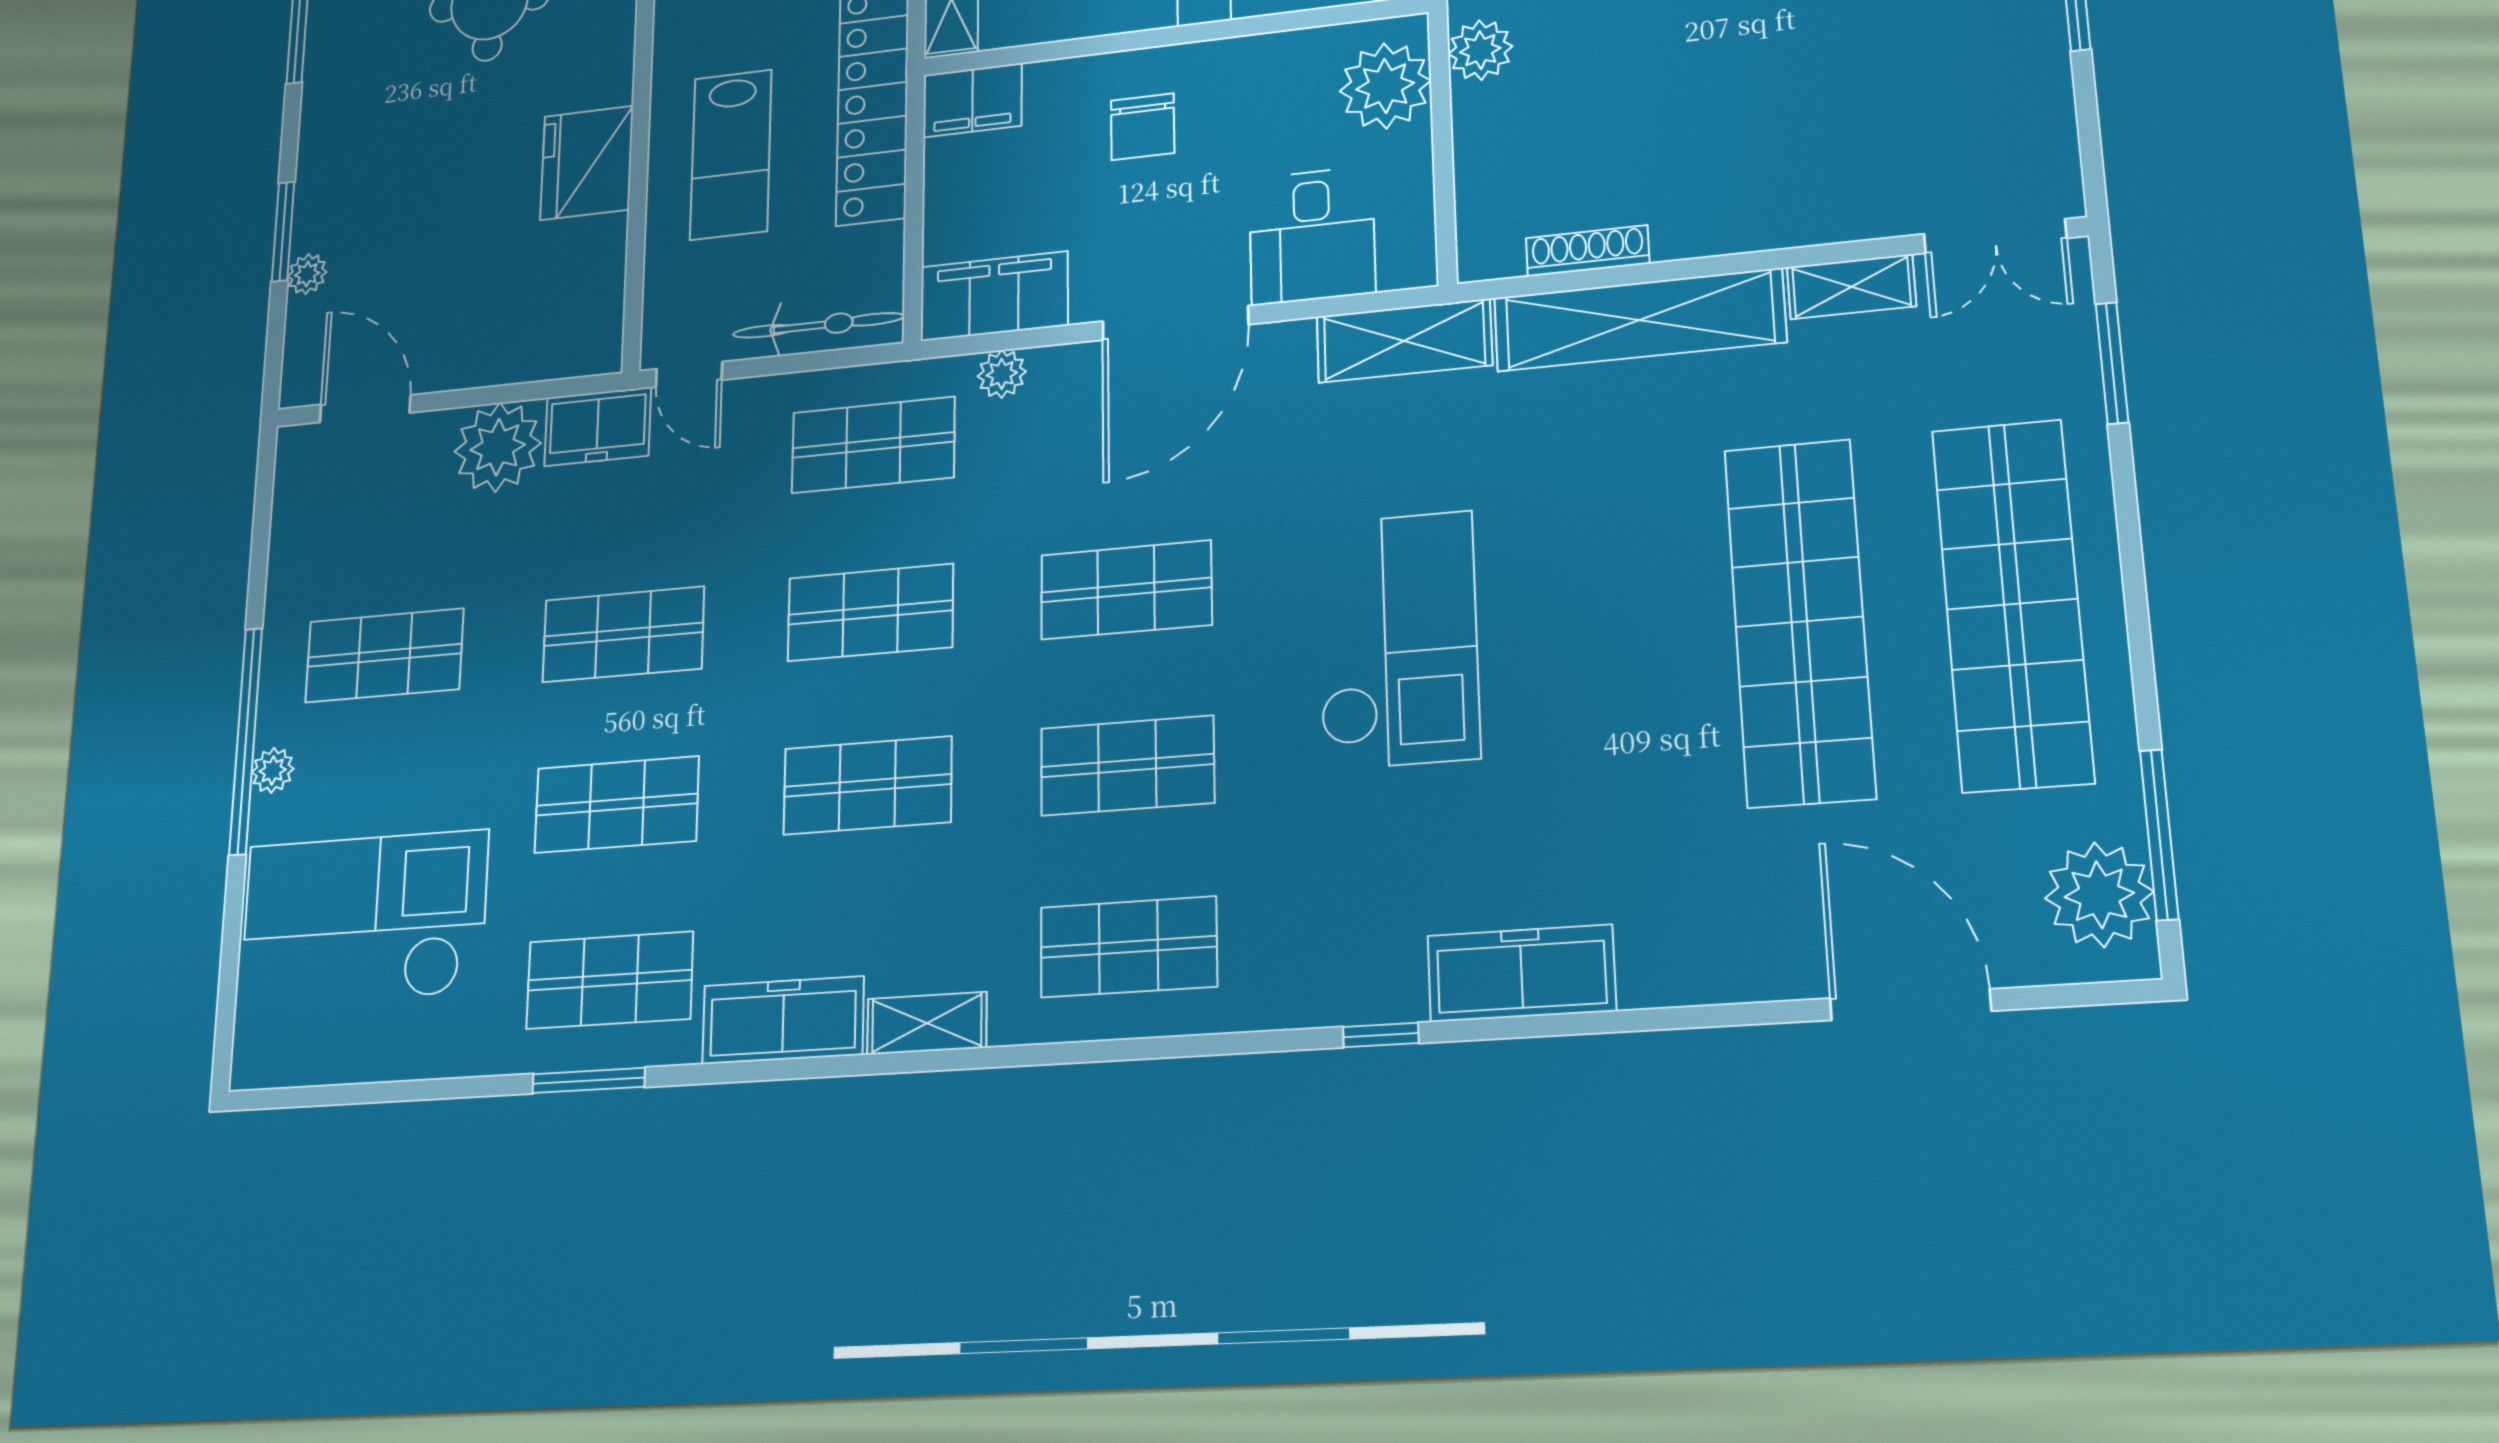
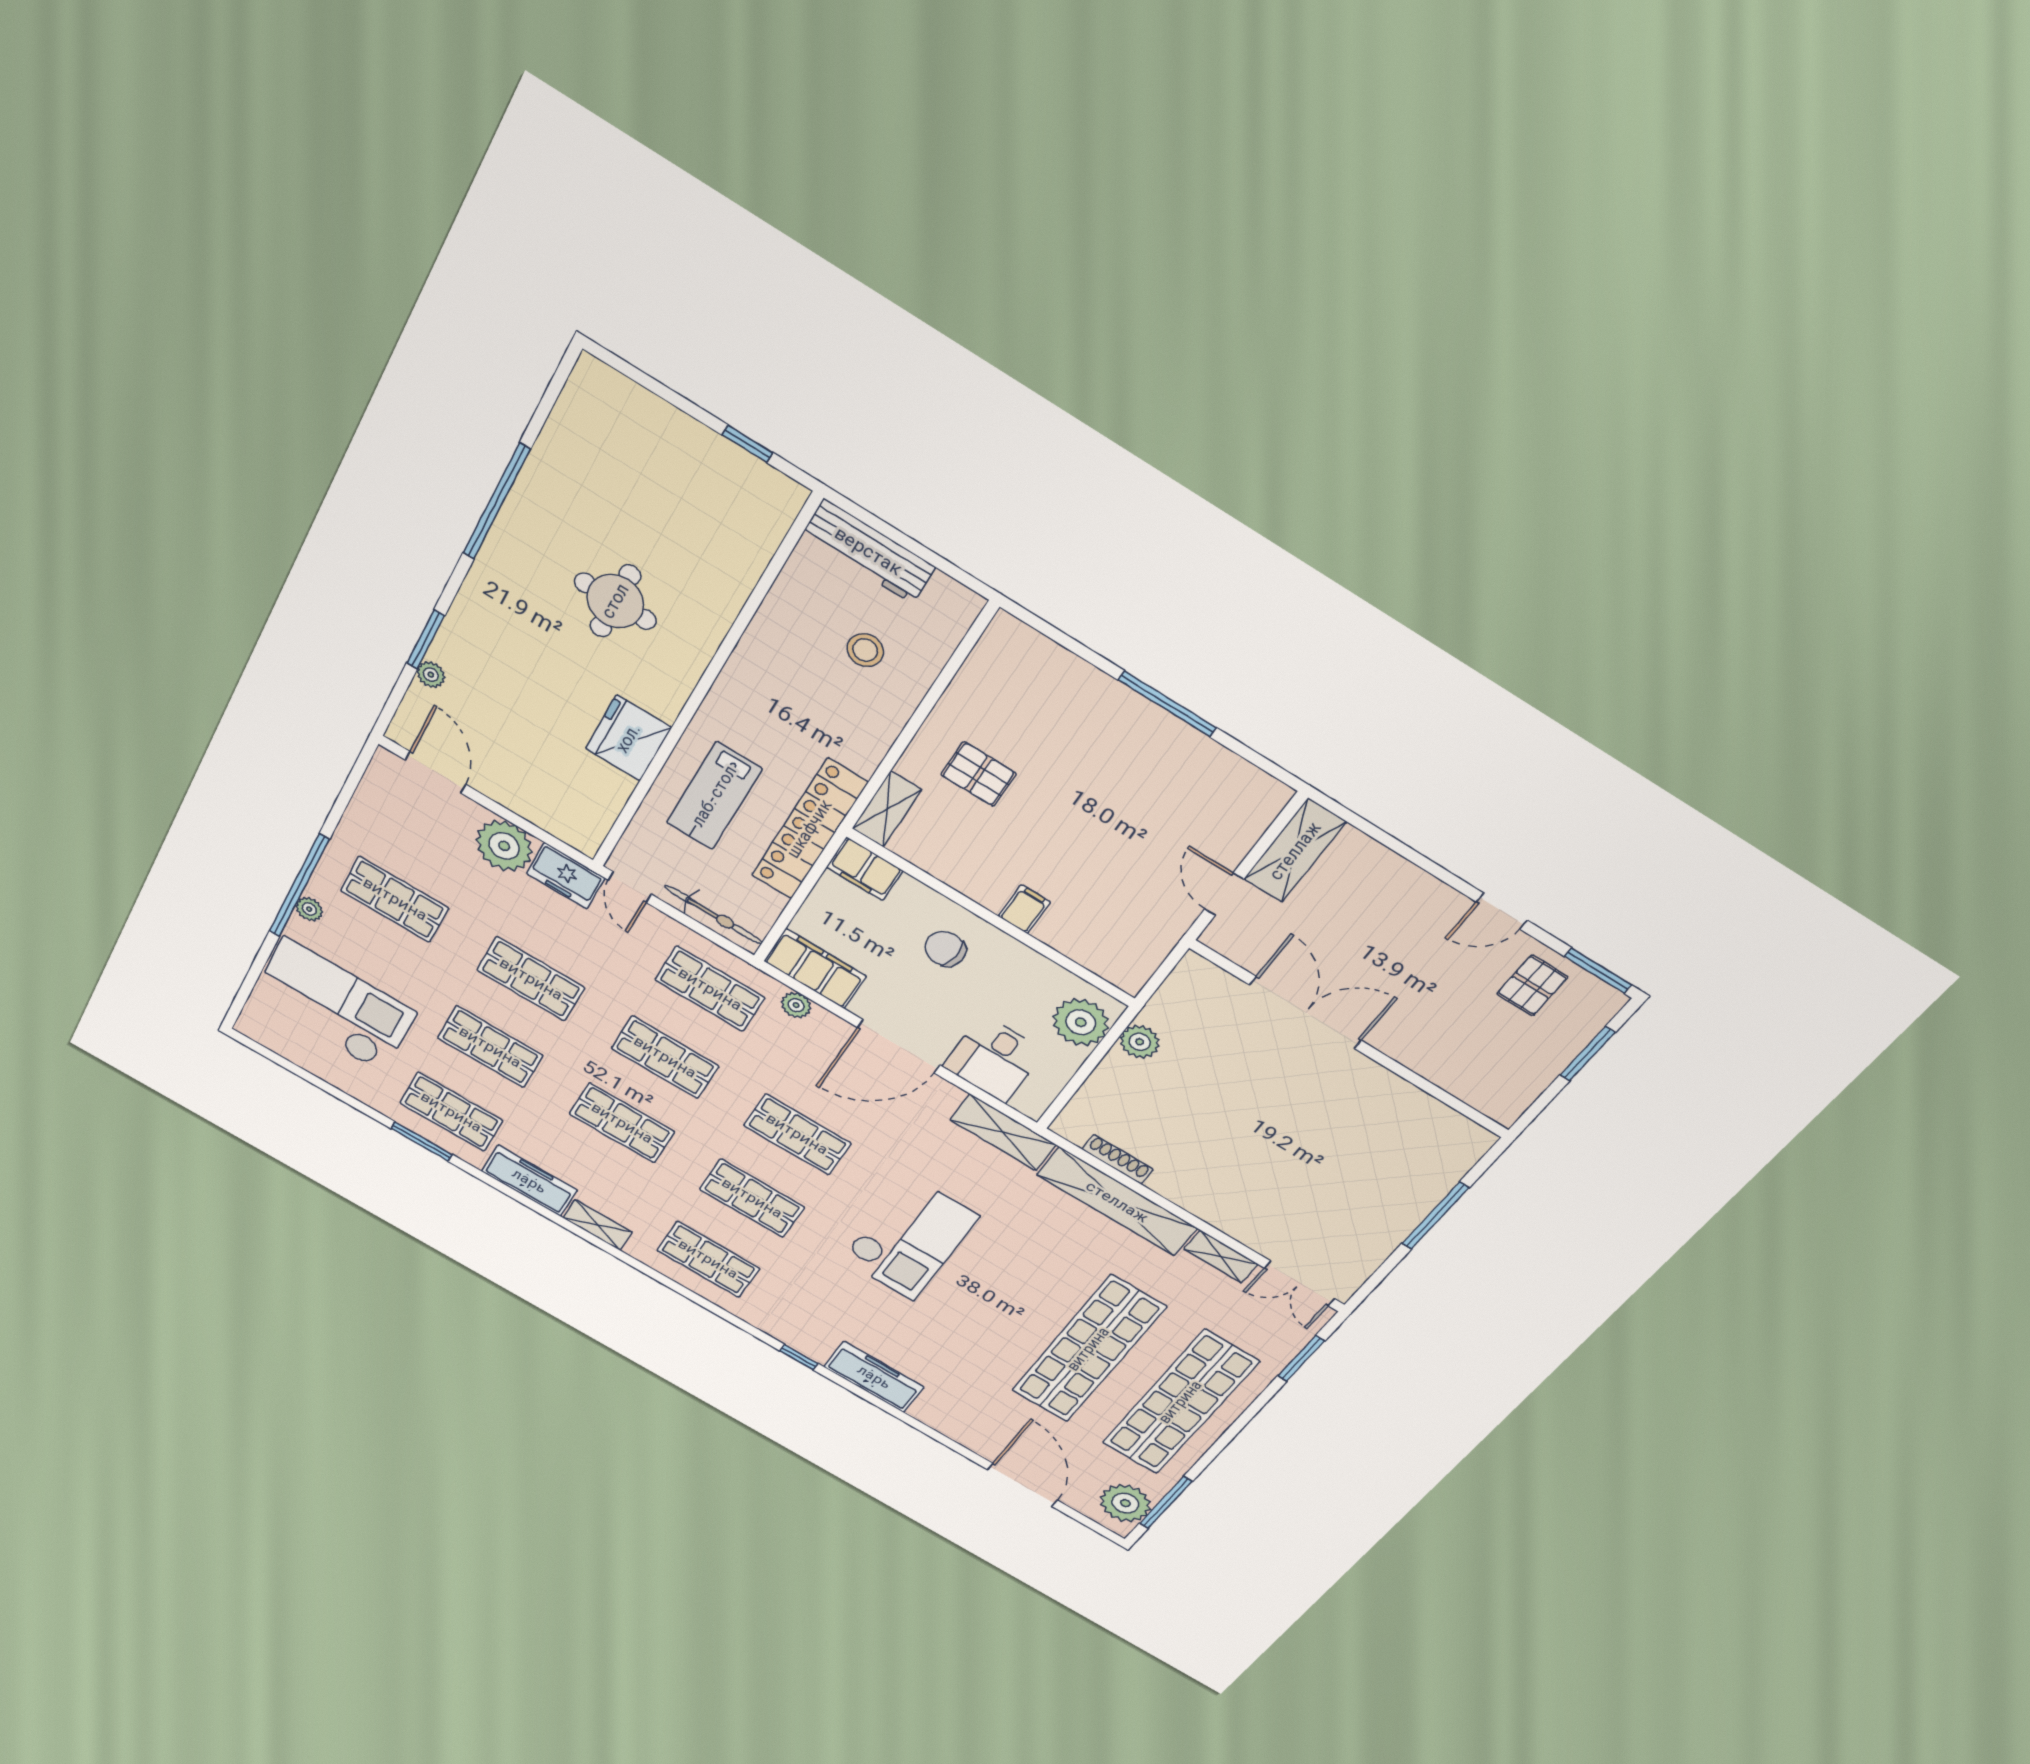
chair: (1143, 127) -> (945, 949), turned 96

